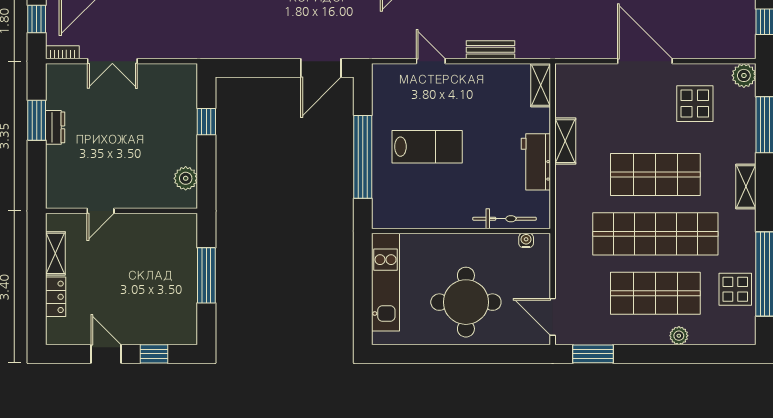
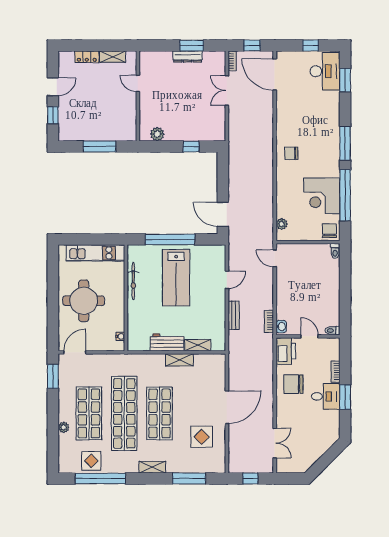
plant: (744, 75) -> (218, 466), removed
shelving: (541, 85) -> (198, 345), moved
dresser: (55, 127) -> (188, 56), width x1.44
lab bench: (427, 147) -> (176, 278), width x1.36, depth x1.39
bicycle: (505, 219) -> (133, 281), moved

